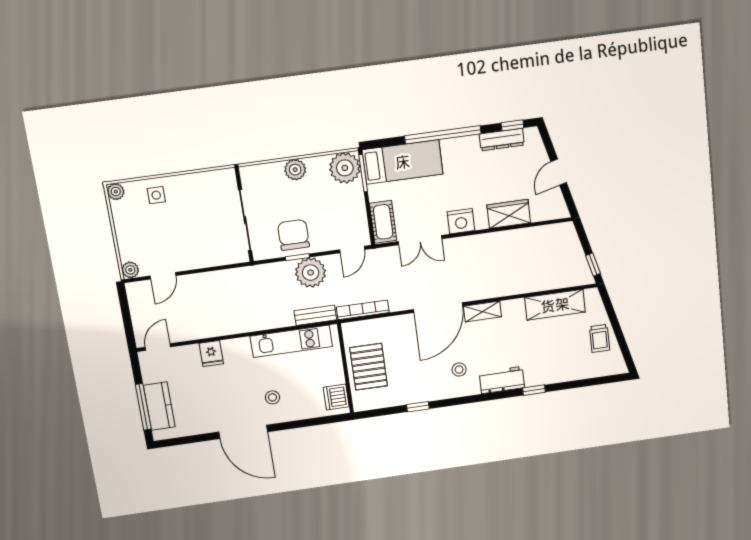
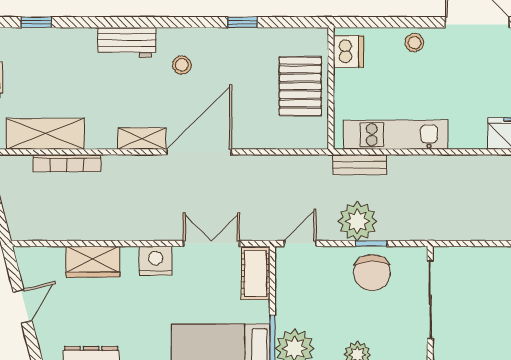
bookcase: (363, 310) -> (67, 163), moved
window: (534, 390) -> (36, 22), moved
stool: (272, 397) -> (414, 43), moved

